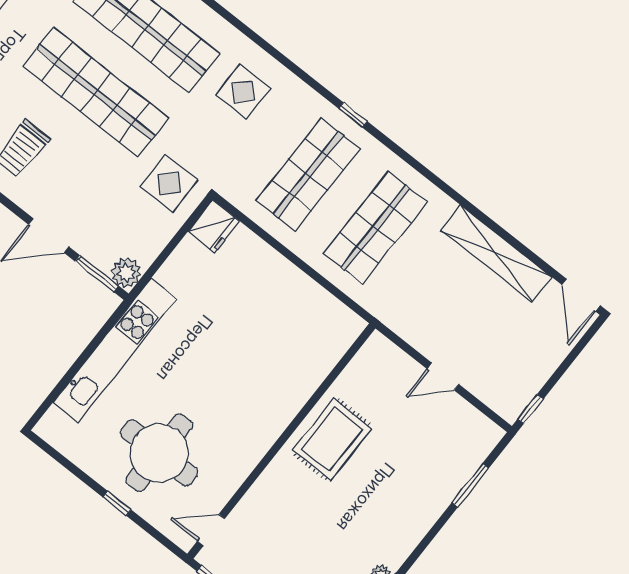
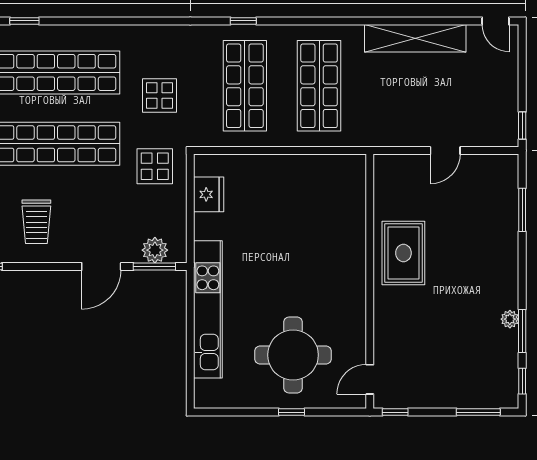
display table: (243, 92) -> (159, 95), moved
fridge: (214, 226) -> (209, 194), moved
plant: (126, 273) -> (155, 250), moved
door: (581, 295) -> (496, 21), width x0.73

